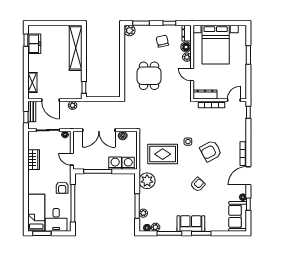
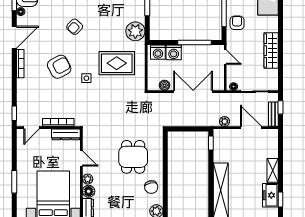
chair: (162, 41) -> (151, 187), moved
shelving: (32, 82) -> (273, 170), moved
wardrobe: (34, 160) -> (271, 51), width x1.50

